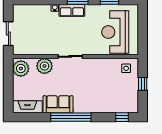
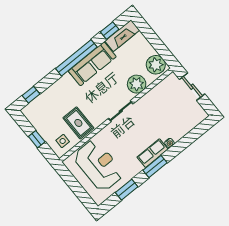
rug: (105, 72) -> (78, 123), added
sofa: (58, 104) -> (92, 64), width x1.36
window: (33, 117) -> (110, 31), added

